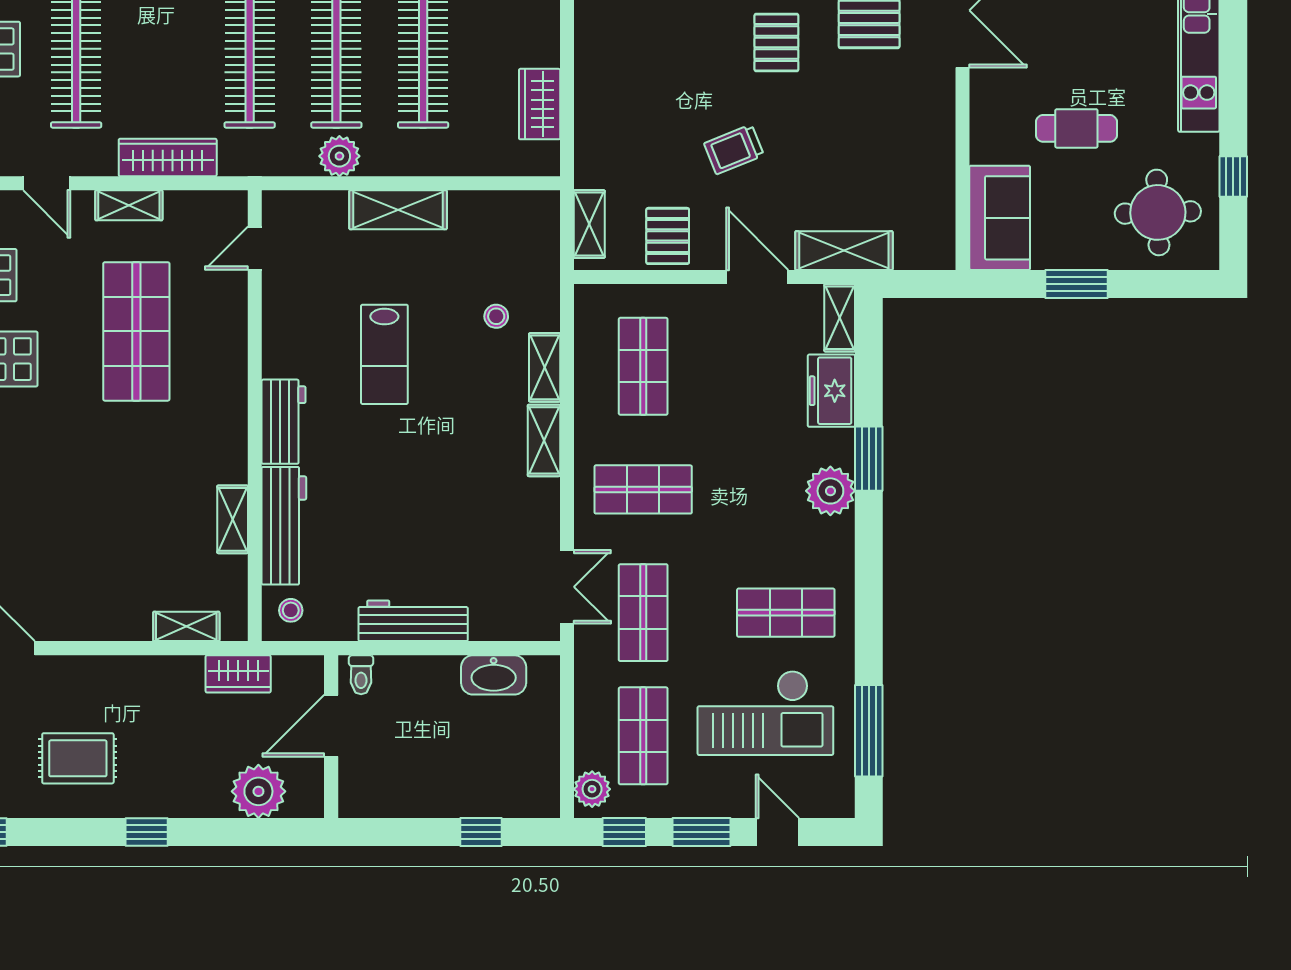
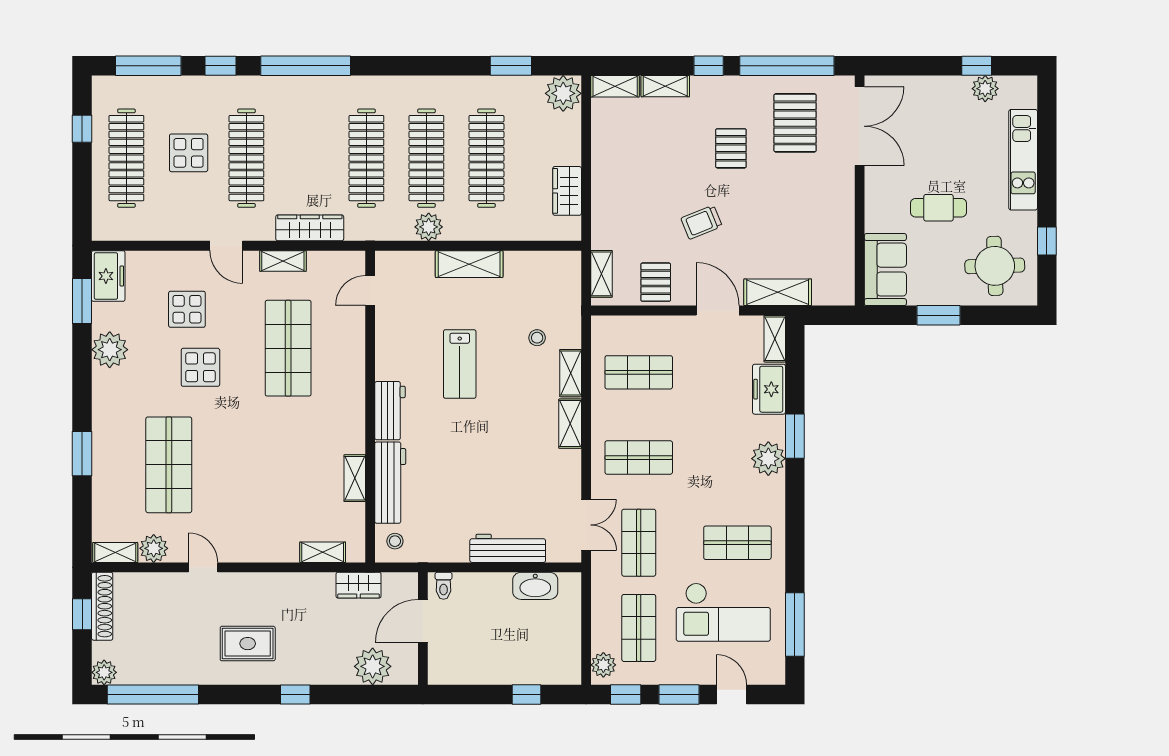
shop shelf: (643, 366) -> (639, 372), turned 90
workbench: (413, 621) -> (508, 548), moved

